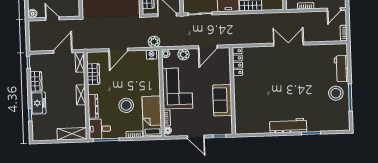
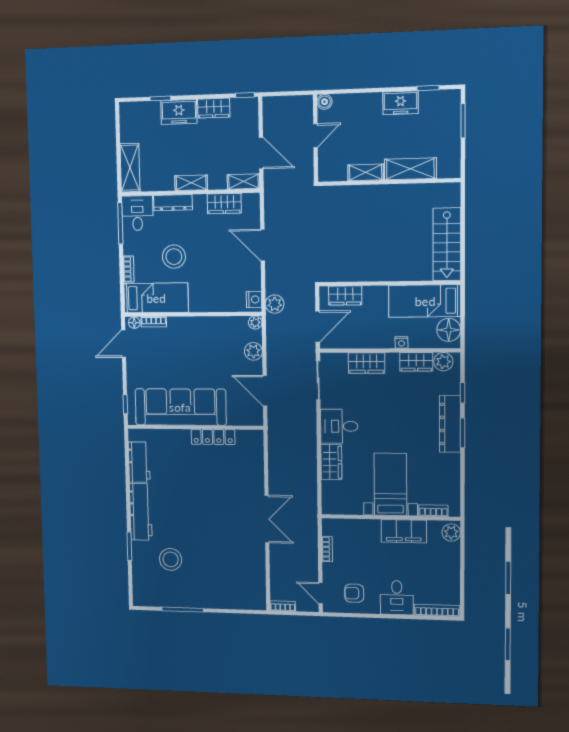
locker: (237, 62) -> (213, 437), moved
workbench: (341, 69) -> (139, 462), moved, turned 90
corner sofa: (177, 88) -> (200, 340), removed
stool: (336, 93) -> (171, 559), moved
sofa: (222, 100) -> (180, 407), width x1.85, depth x1.27
door: (196, 137) -> (124, 344), moved

